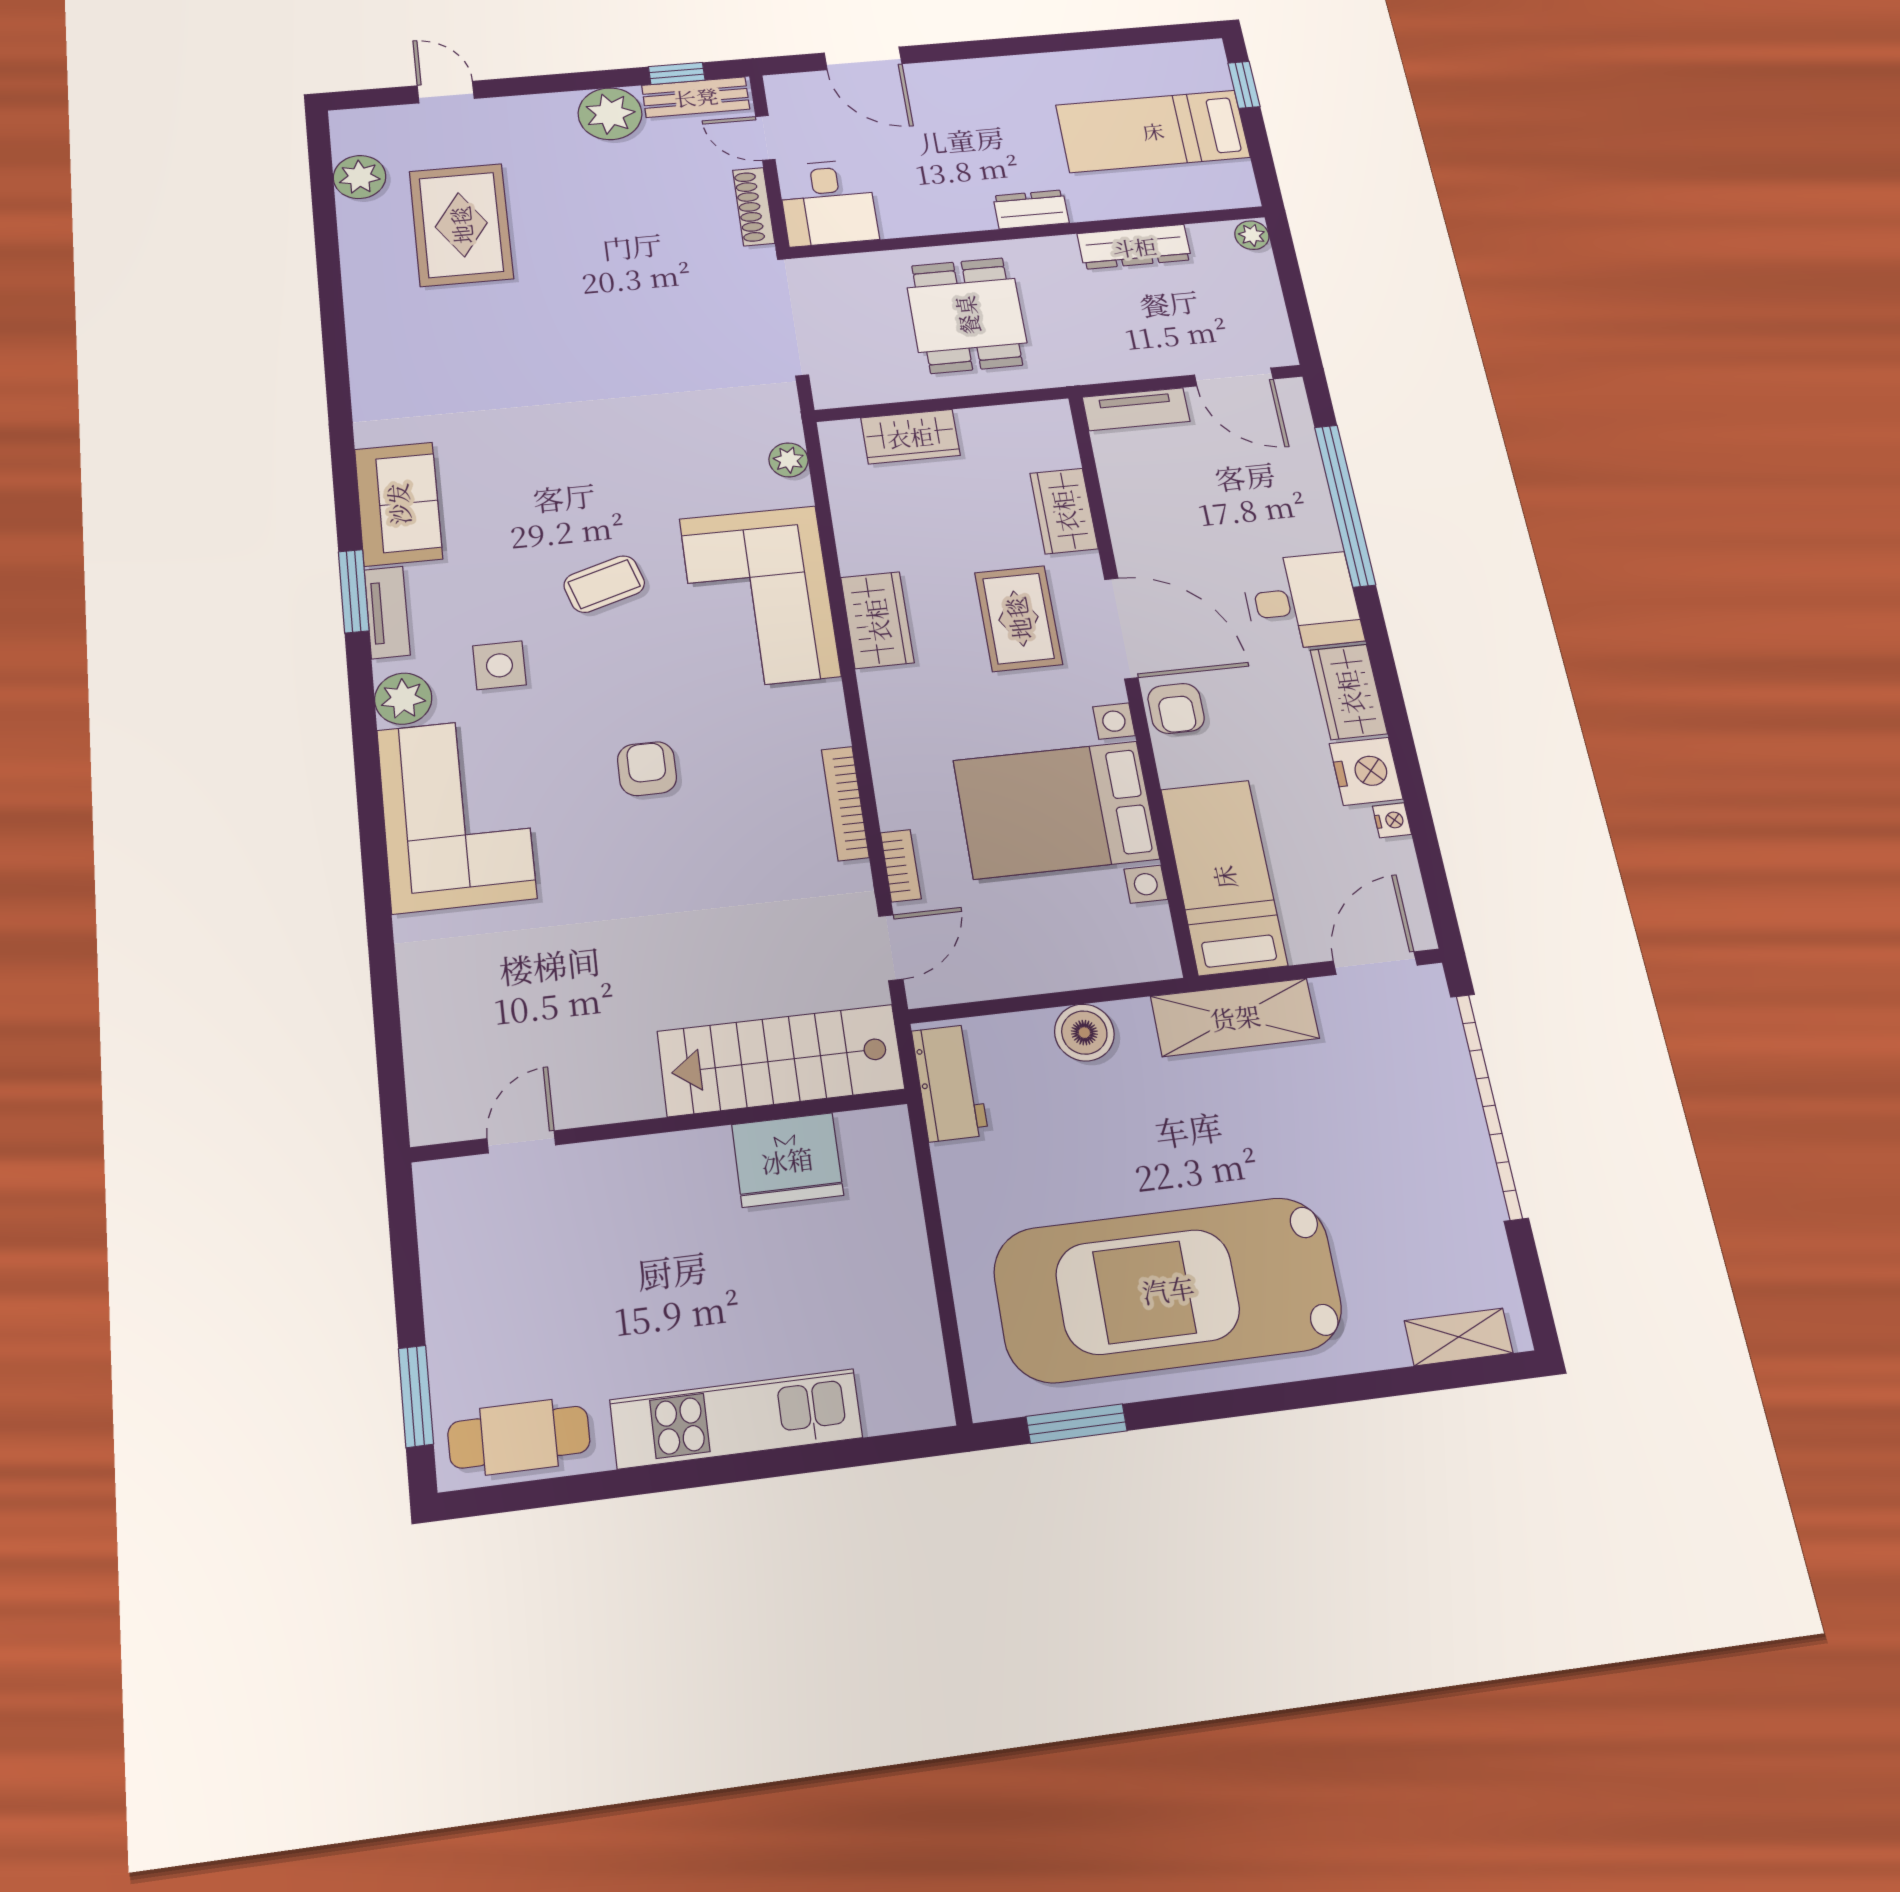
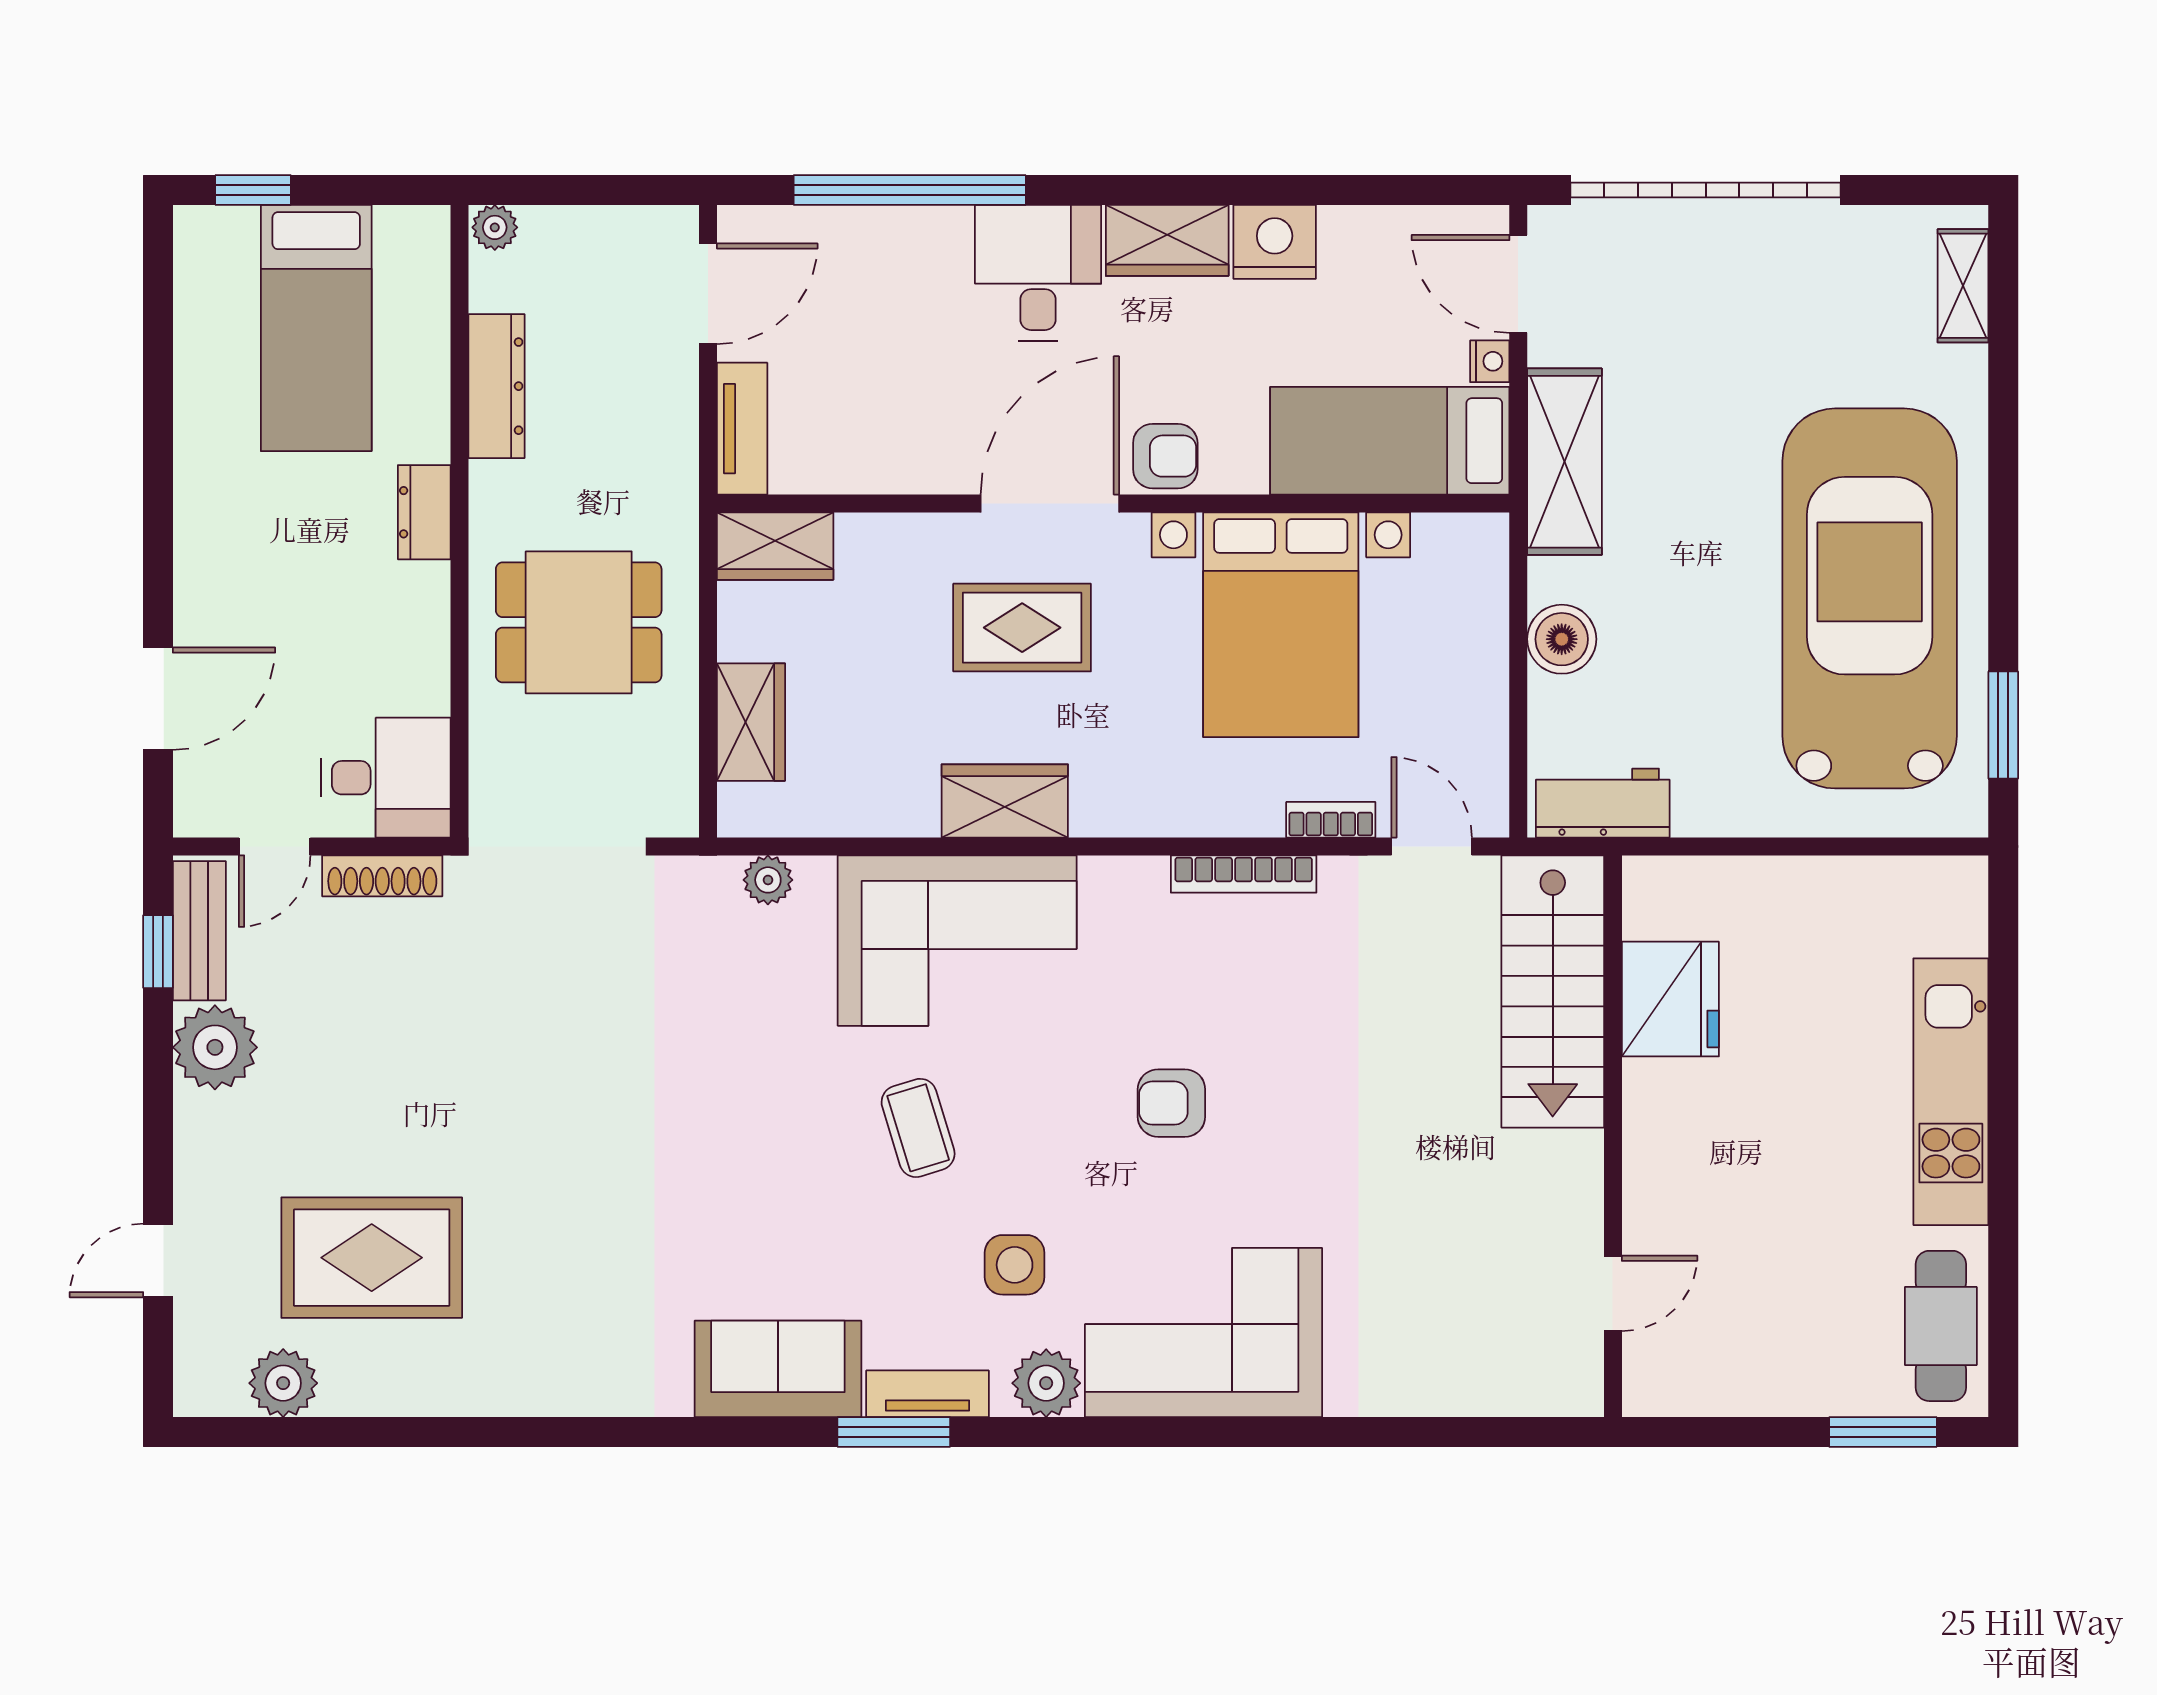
wardrobe: (1064, 511) -> (775, 546), moved
nightstand: (1392, 820) -> (1490, 361), moved, turned 90
door: (521, 1142) -> (1613, 1293), swing flipped
car: (1168, 1289) -> (1870, 598), turned 180

